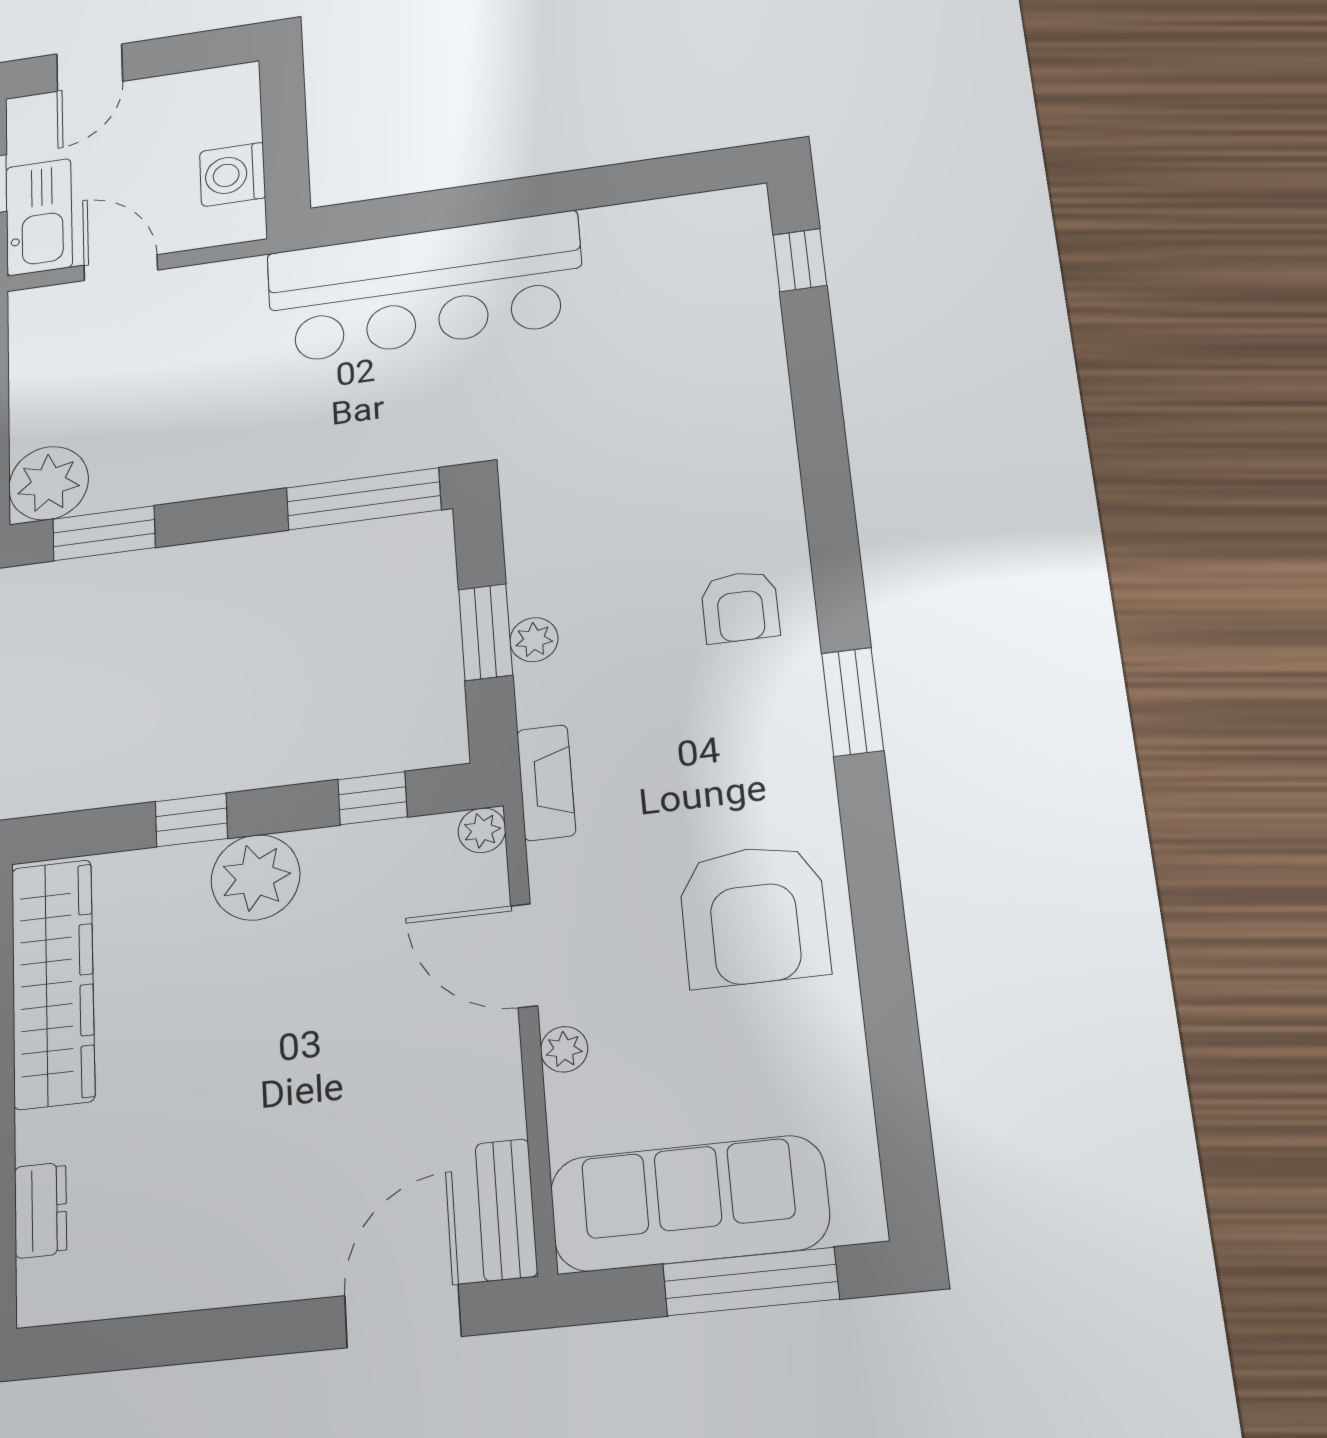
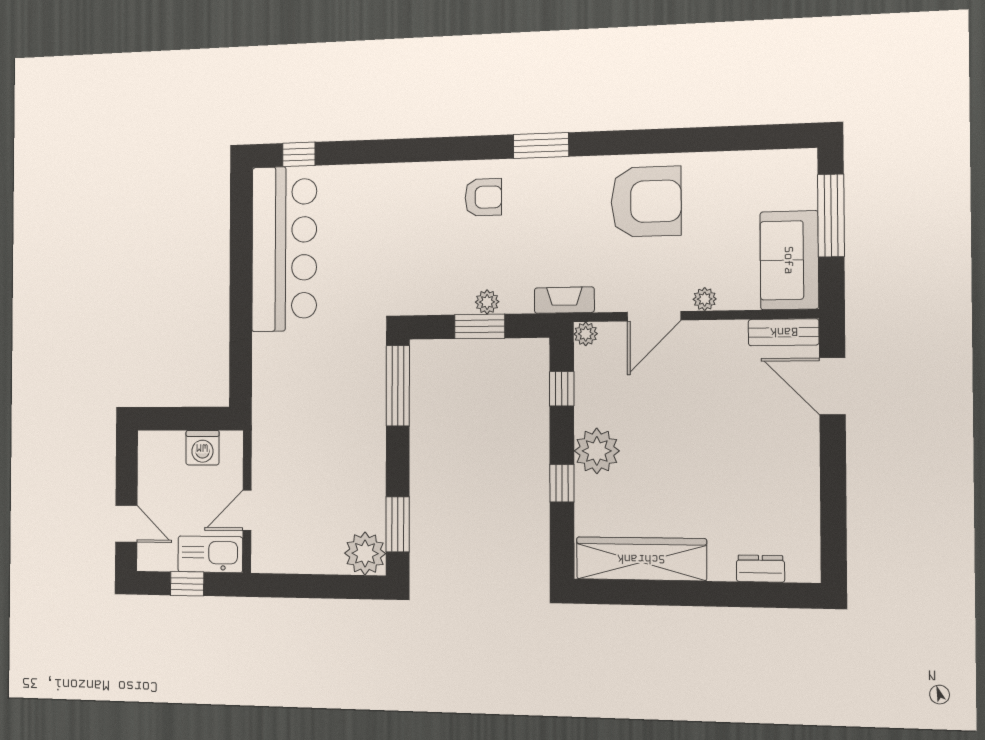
bar counter: (425, 287) -> (284, 249), moved
sofa: (689, 1203) -> (789, 260), width x0.73

